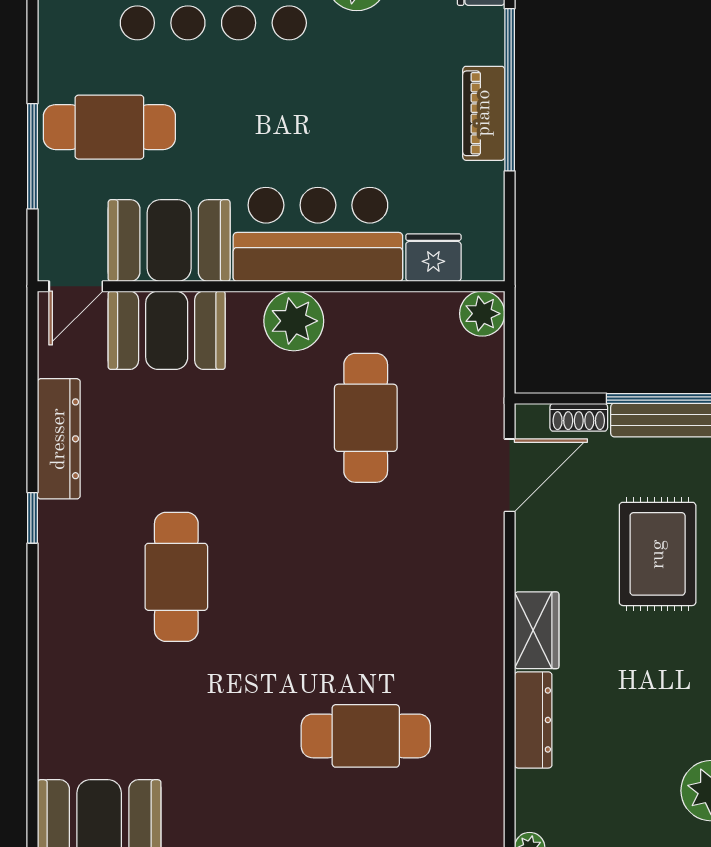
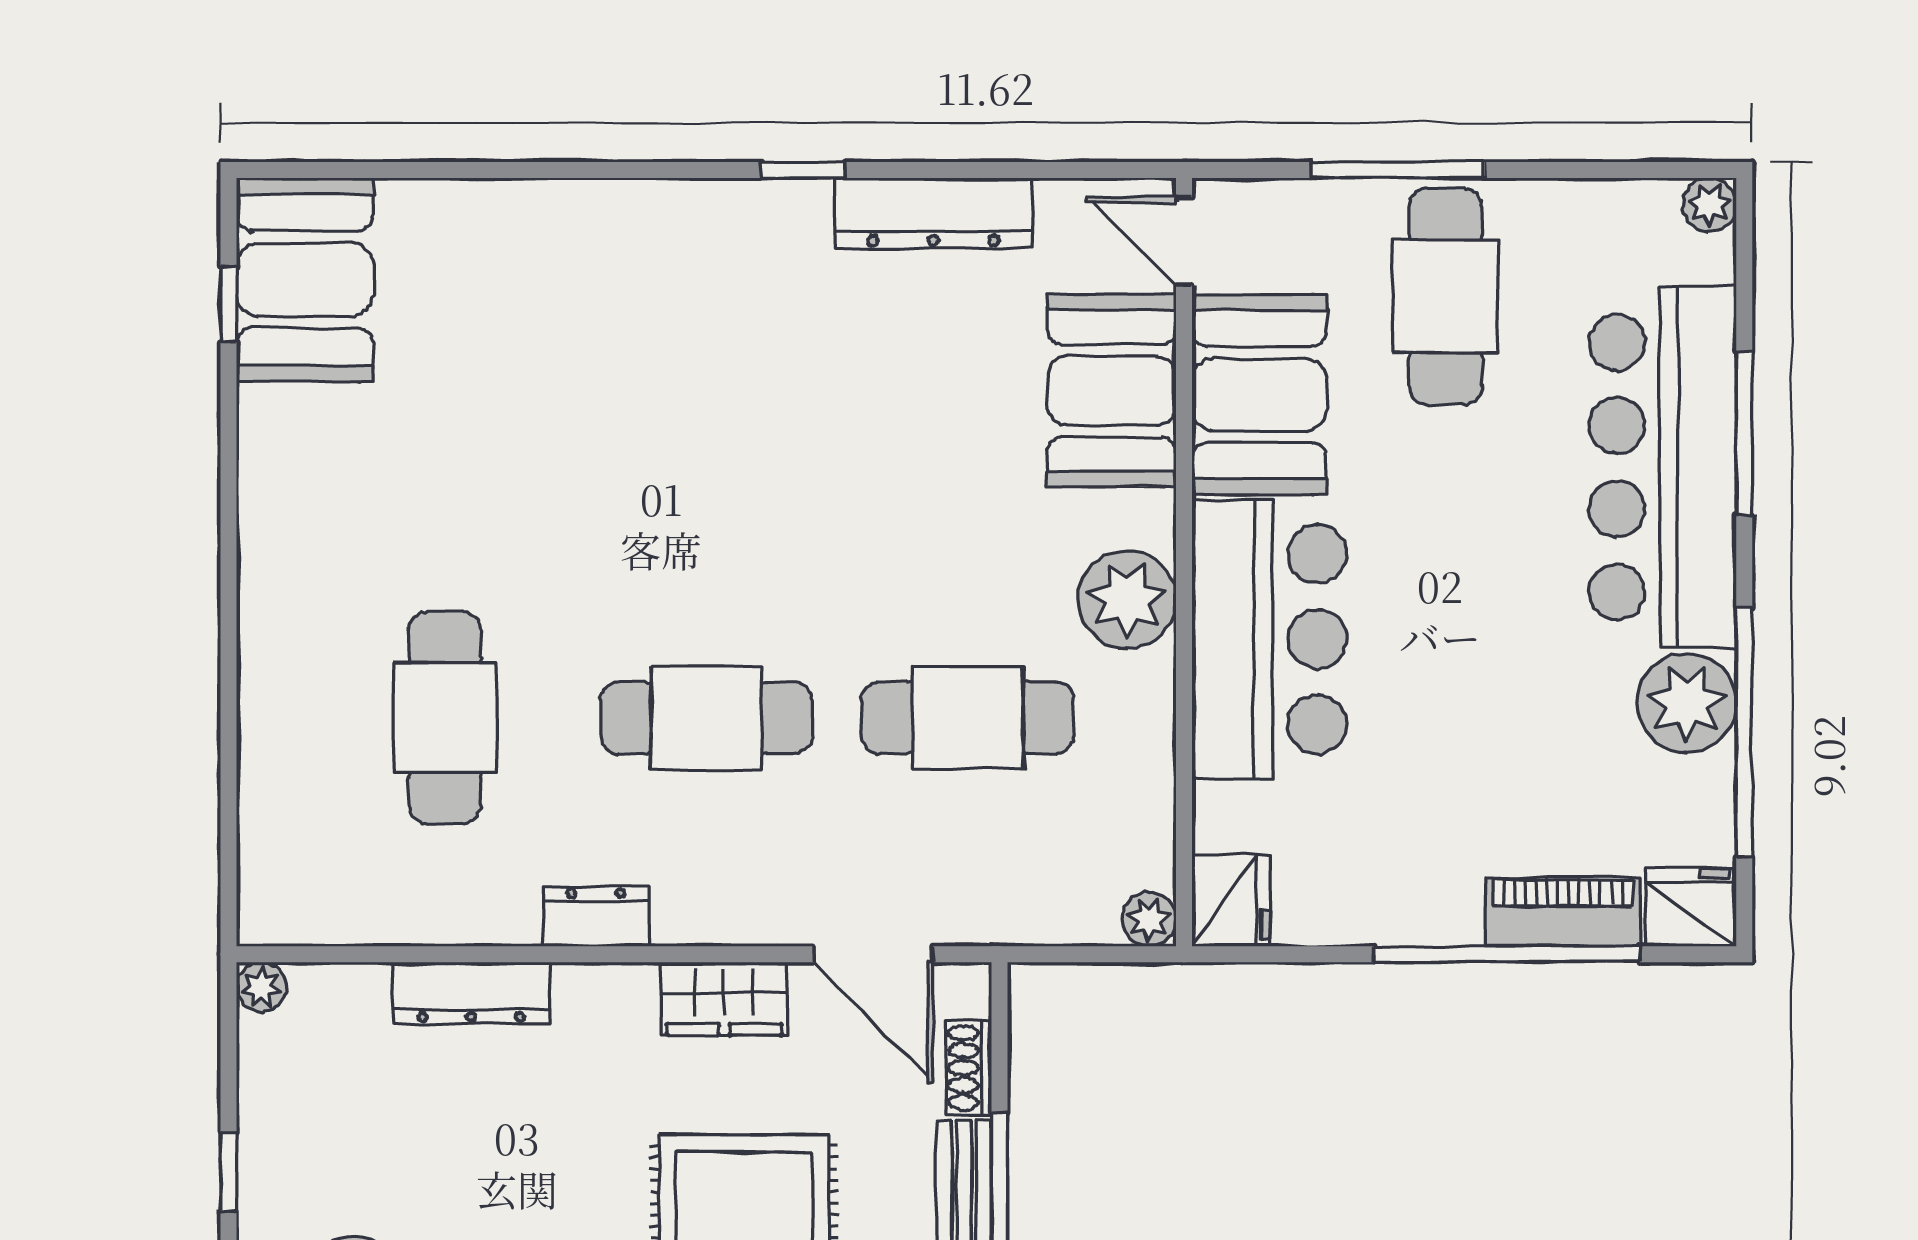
piano: (484, 113) -> (1563, 912), moved
fridge: (433, 258) -> (1231, 901), moved
plant: (482, 314) -> (1149, 919), width x0.73, depth x0.73
cafe table: (176, 577) -> (706, 718), moved
wardrobe: (537, 630) -> (724, 999), moved
dresser: (487, 644) -> (596, 916), added

